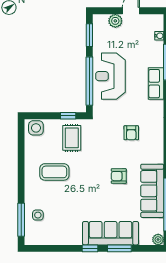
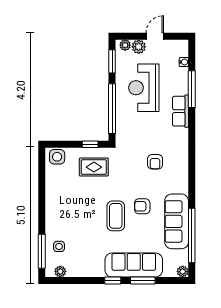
plant: (102, 19) -> (125, 45), added
reception desk: (110, 76) -> (144, 88), moved
rug: (72, 138) -> (94, 167), turned 90
coffee table: (54, 172) -> (116, 216), moved, turned 90
plant: (39, 239) -> (60, 271), added

